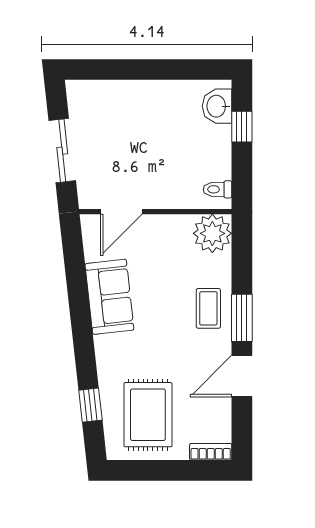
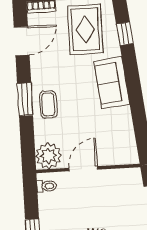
door: (121, 212) -> (83, 169), moved
sofa: (109, 297) -> (112, 83), moved
door: (242, 376) -> (22, 41), moved

